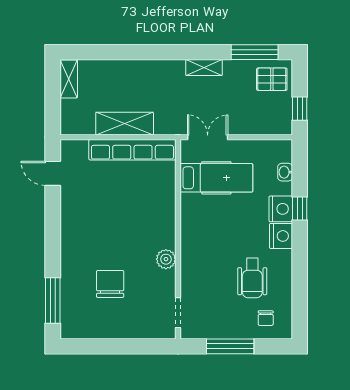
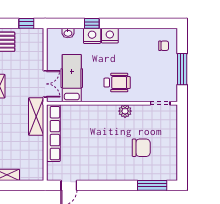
shelving: (125, 124) -> (36, 117), moved
double door: (208, 137) -> (45, 84), swing flipped
wheelchair: (252, 278) -> (117, 83), moved
chair: (110, 284) -> (141, 148), turned 180

